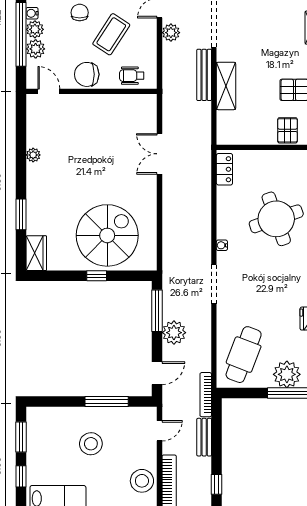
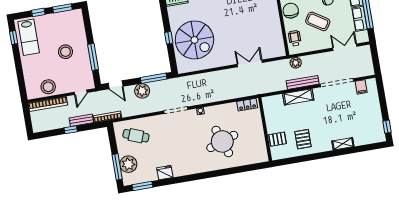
plant: (171, 33) -> (296, 63), moved
cafe table: (244, 355) -> (136, 136), width x0.73, depth x0.74
door: (160, 431) -> (81, 92), hinge flipped
window: (216, 484) -> (71, 130), moved

